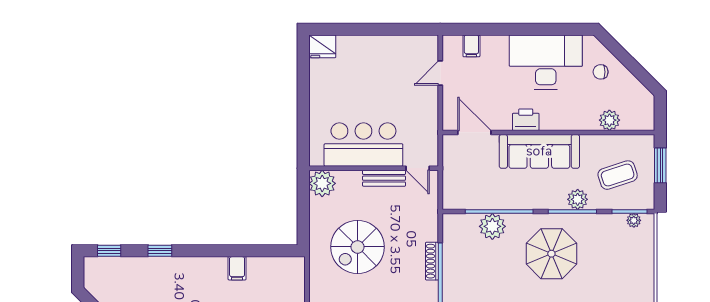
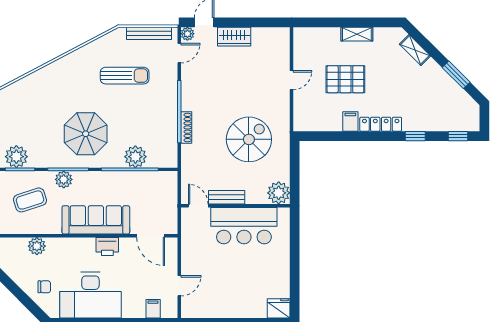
plant: (634, 220) -> (16, 157), width x1.88, depth x1.88
locker: (201, 265) -> (381, 124), added

